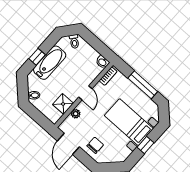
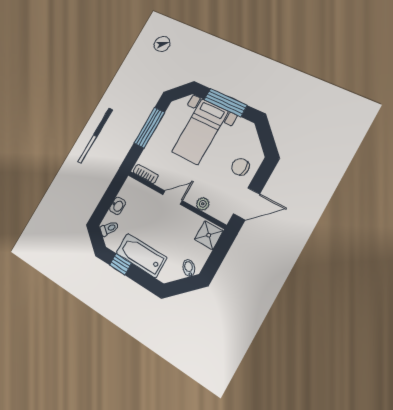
window: (37, 57) -> (121, 264), moved
washbasin: (102, 62) -> (118, 206), moved
shower: (63, 104) -> (209, 235), moved
window: (146, 145) -> (225, 102), width x2.17

